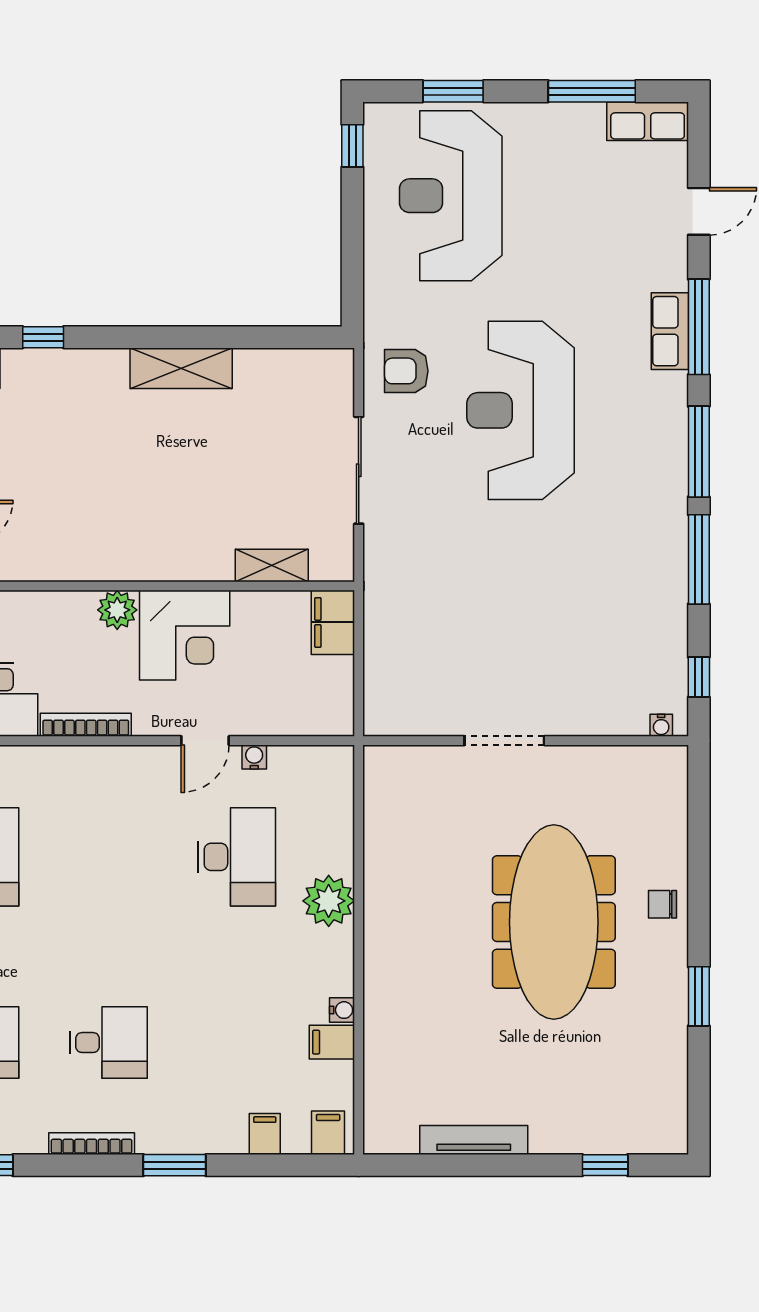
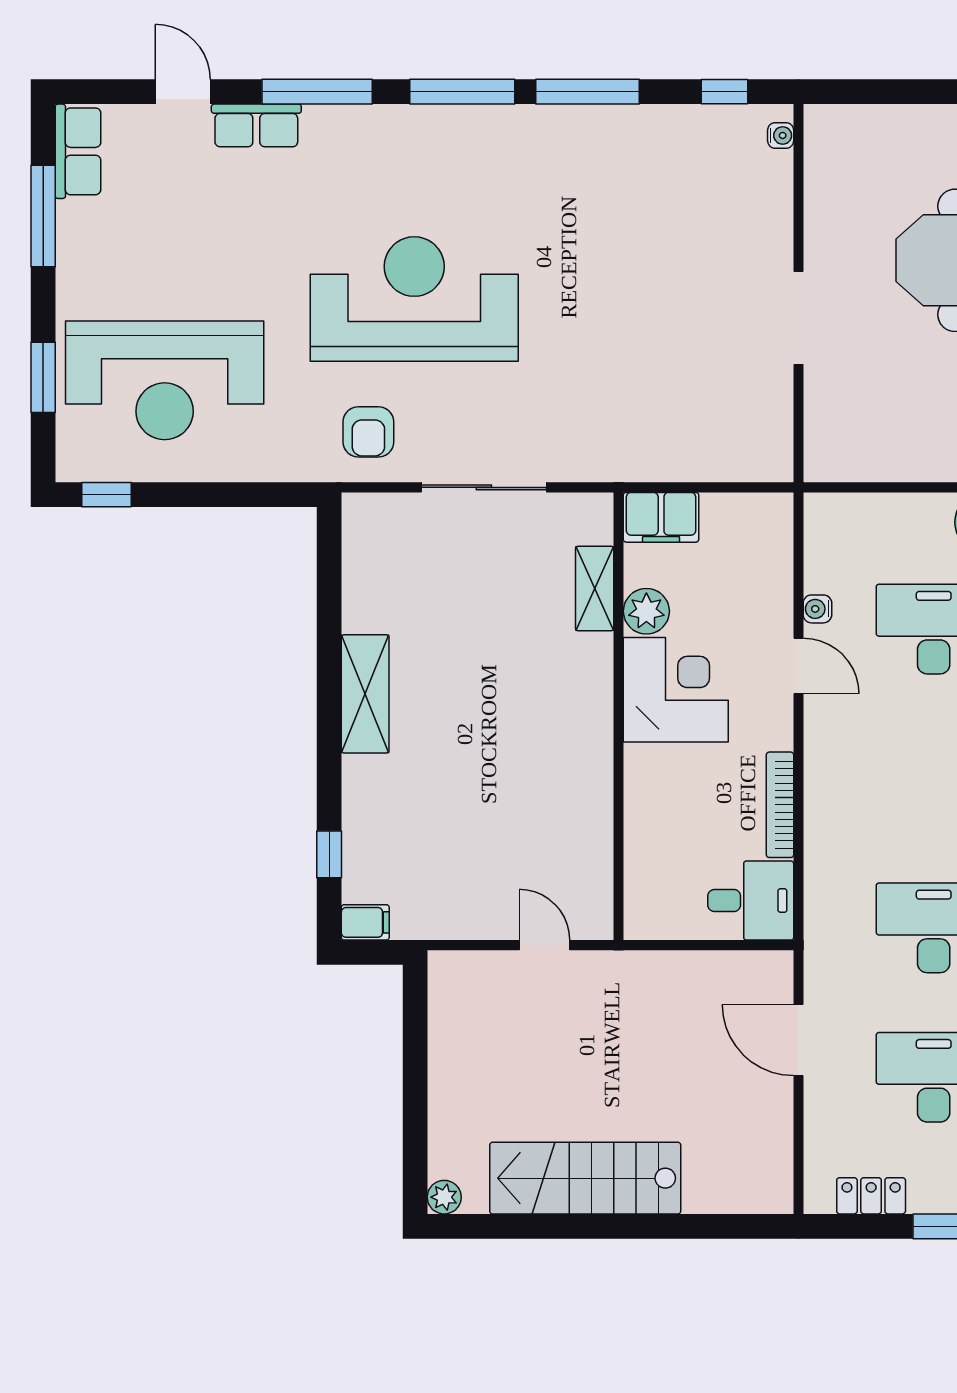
row of seats: (670, 331) -> (256, 125), moved
reception desk: (521, 410) -> (414, 299), turned 180
plant: (117, 610) -> (646, 611), moved

